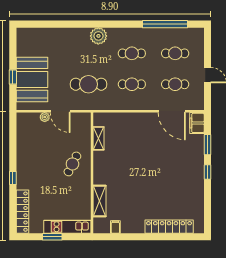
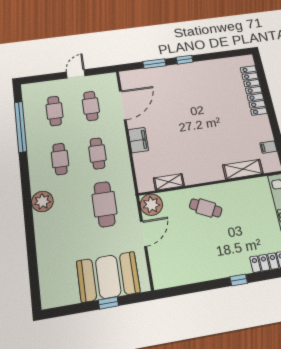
plant: (45, 117) -> (151, 205), moved, width x1.87, depth x1.87
filing cabinet: (197, 123) -> (138, 140), moved, turned -90

